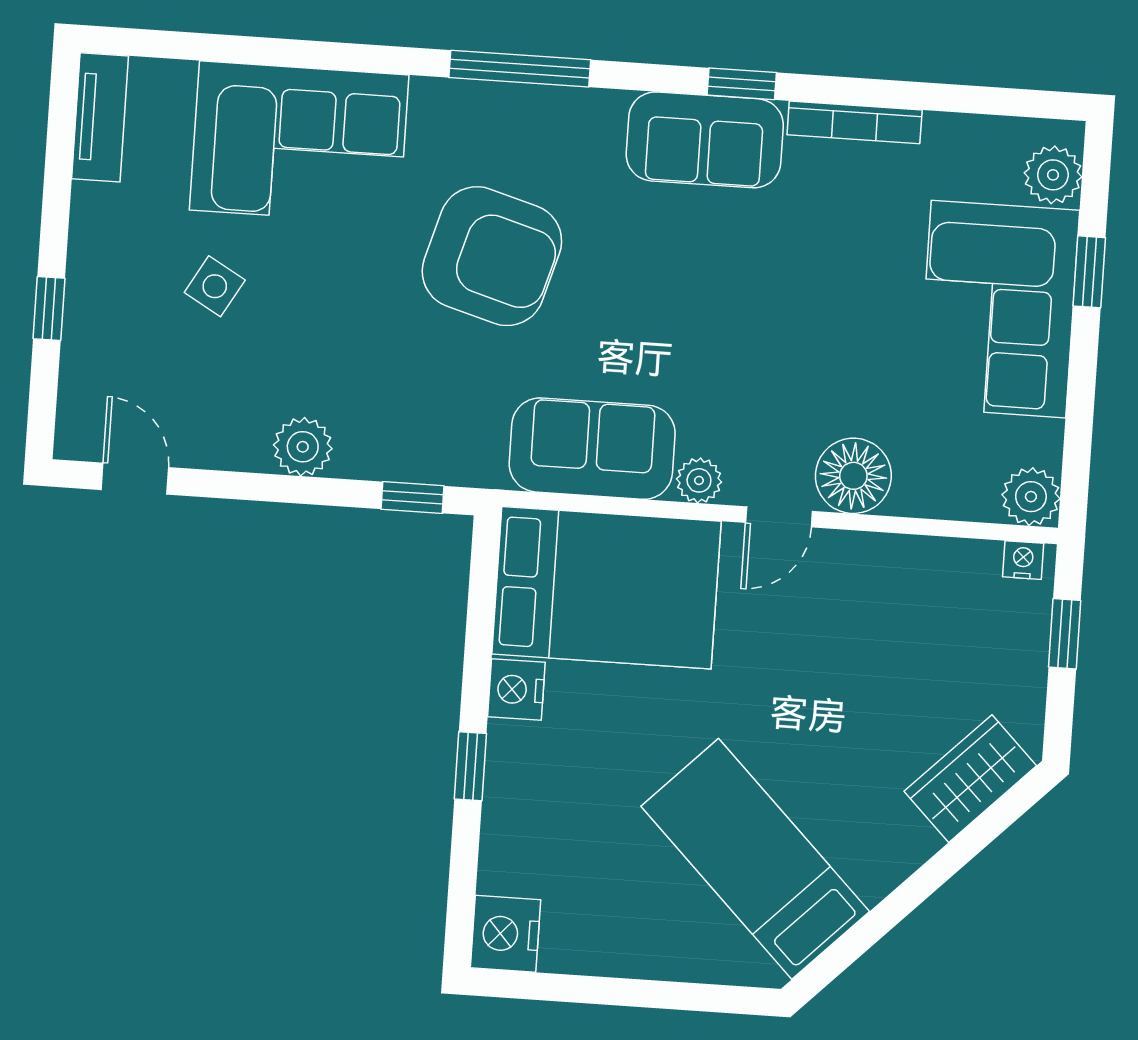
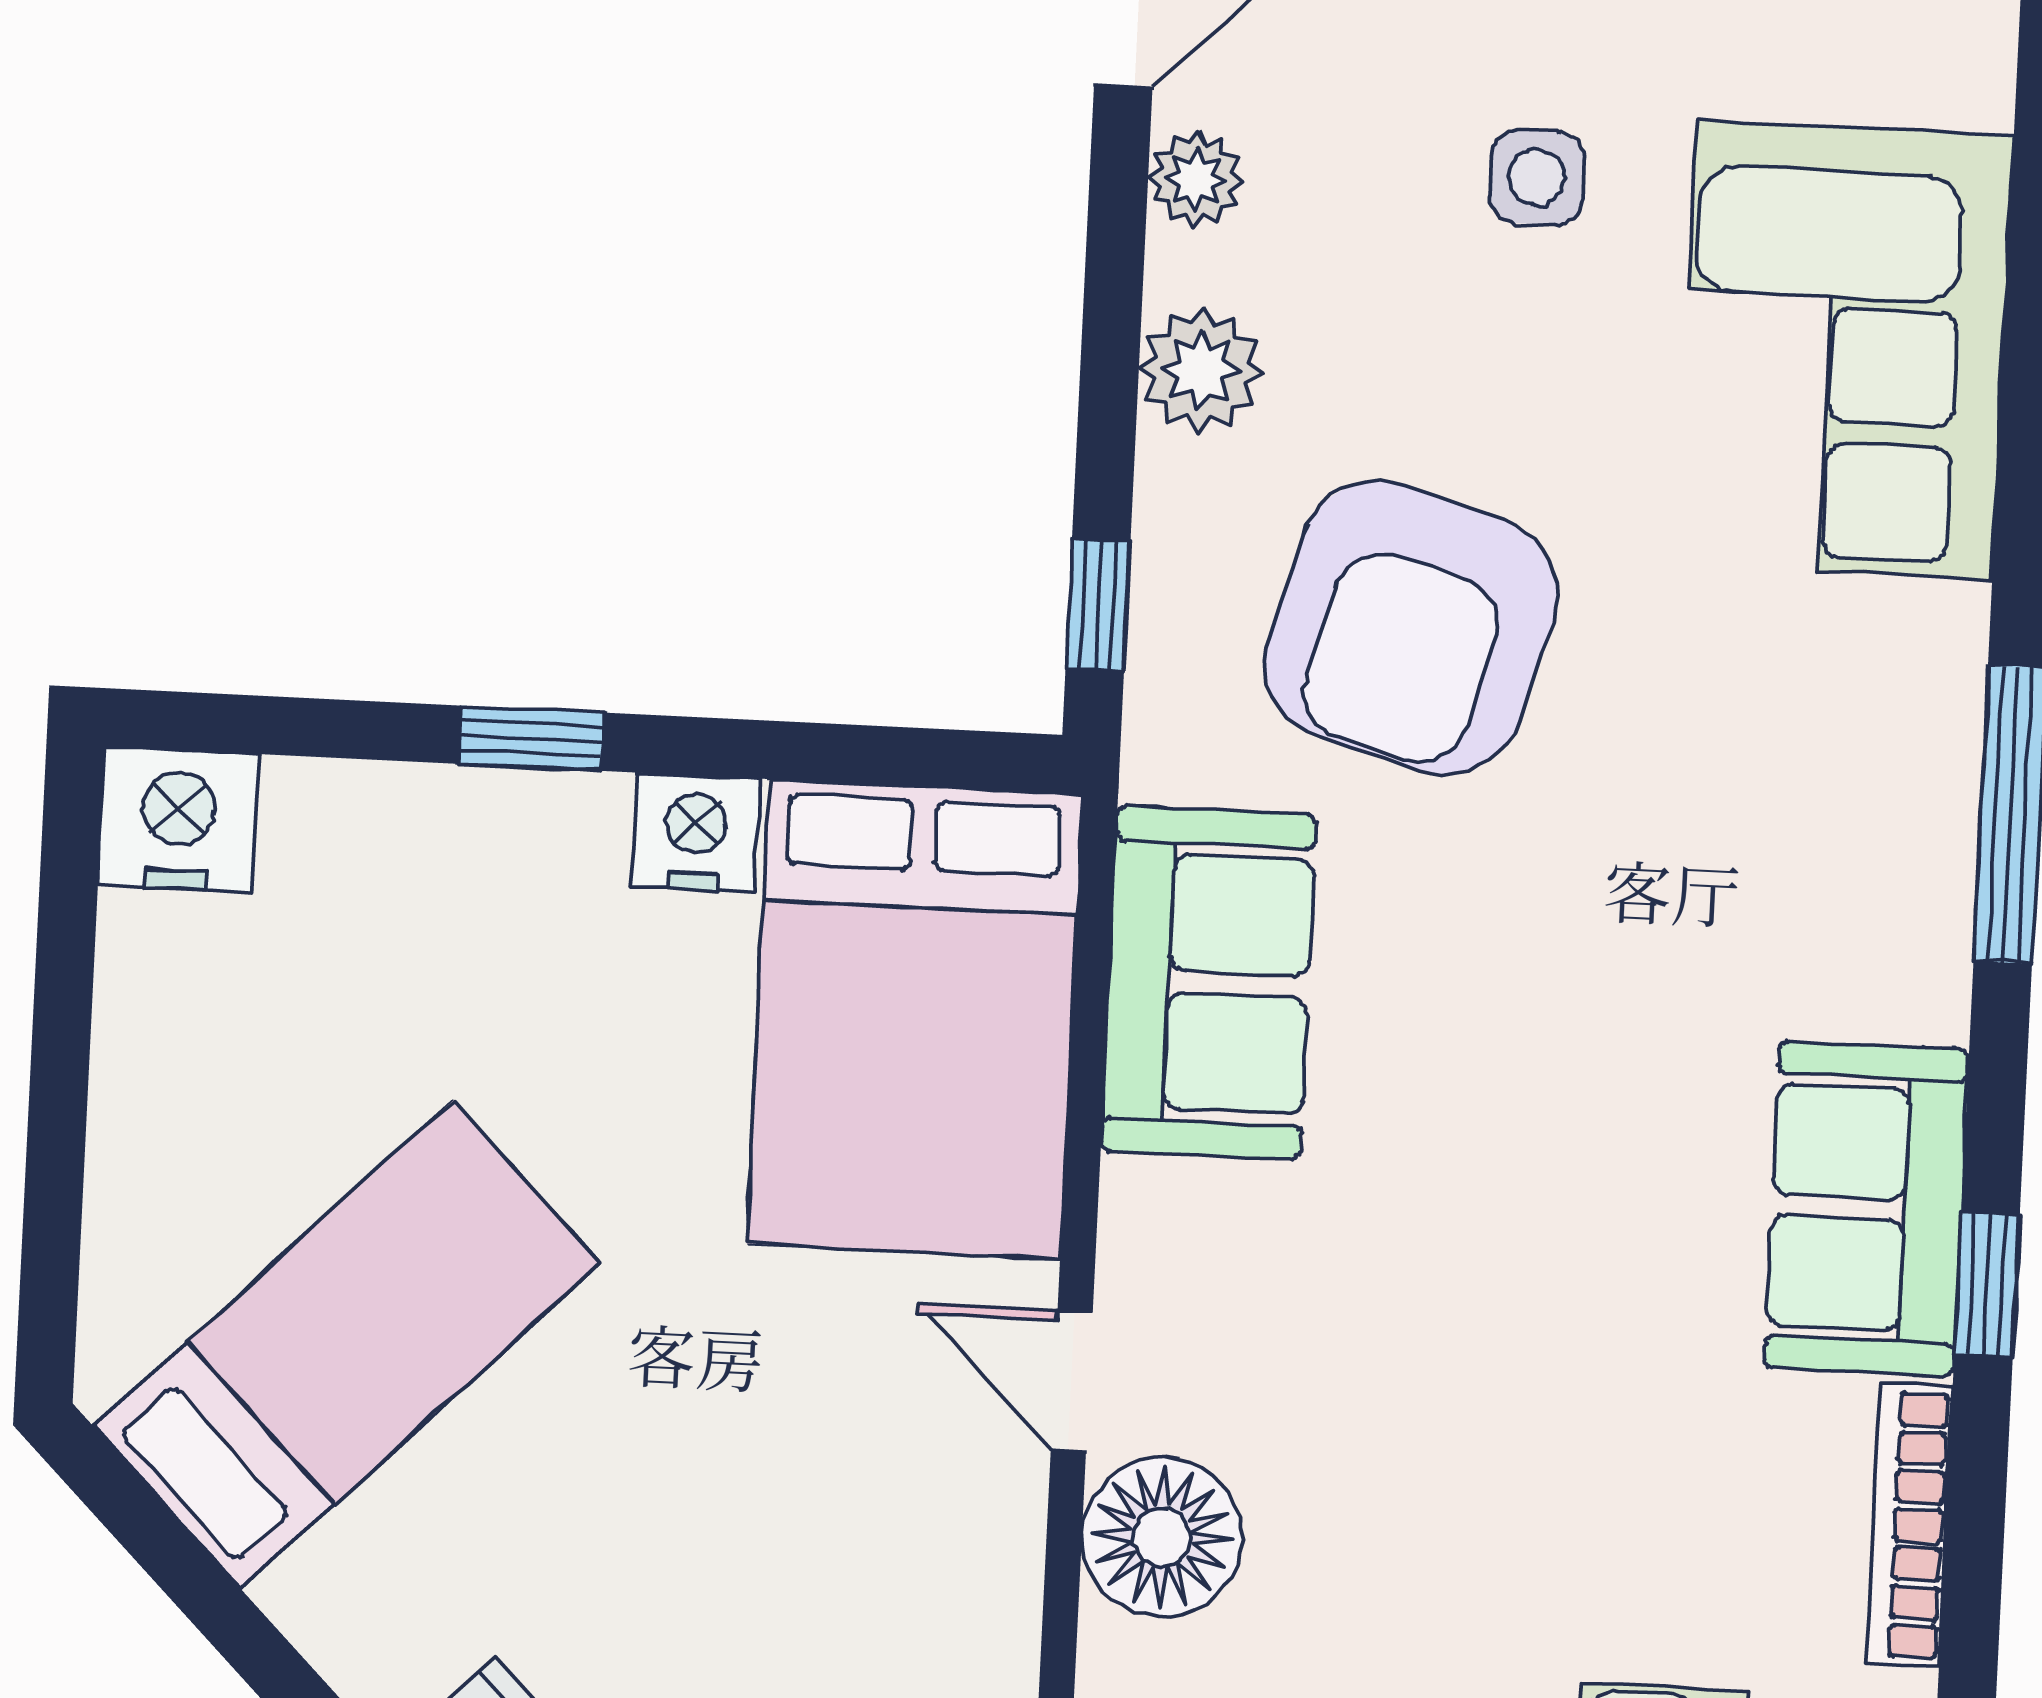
armchair: (492, 256) -> (1411, 628), moved
side table: (215, 286) -> (1537, 177), turned -30
plant: (699, 480) -> (1196, 179), moved

